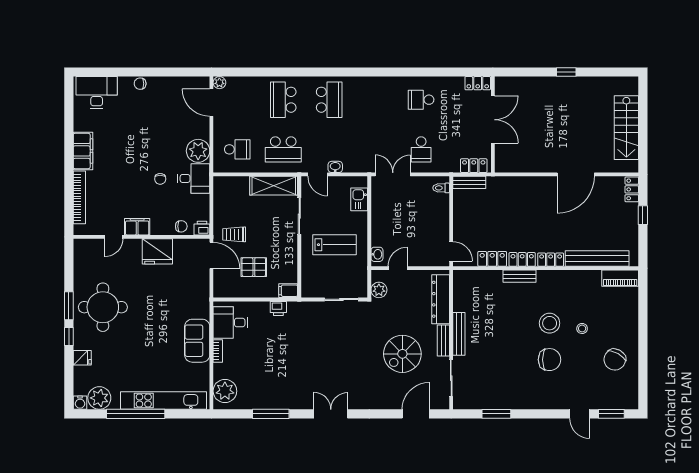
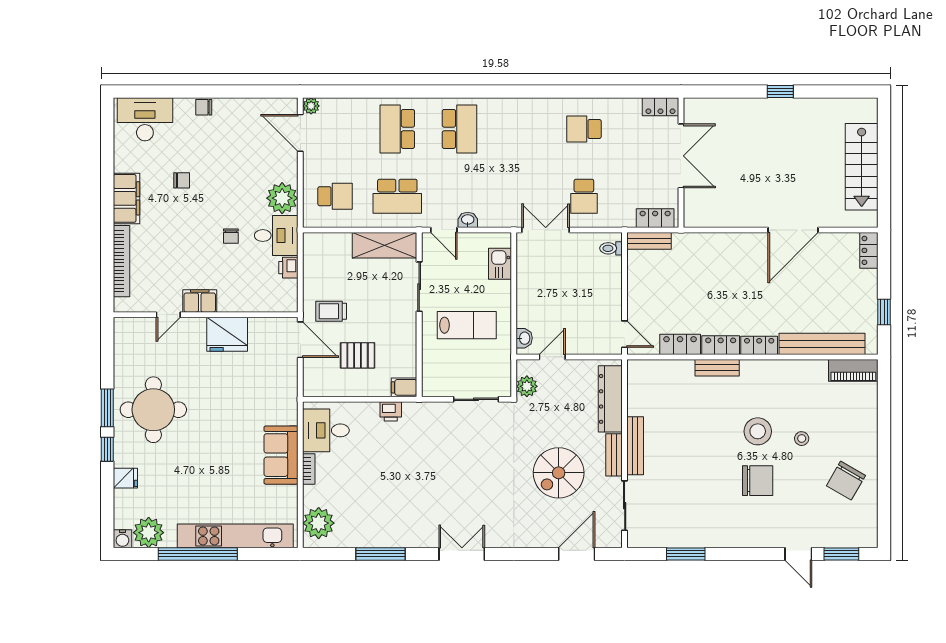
window: (643, 215) -> (884, 312), moved
chair: (181, 226) -> (182, 180), moved
printer: (202, 228) -> (288, 268), moved, turned -90

